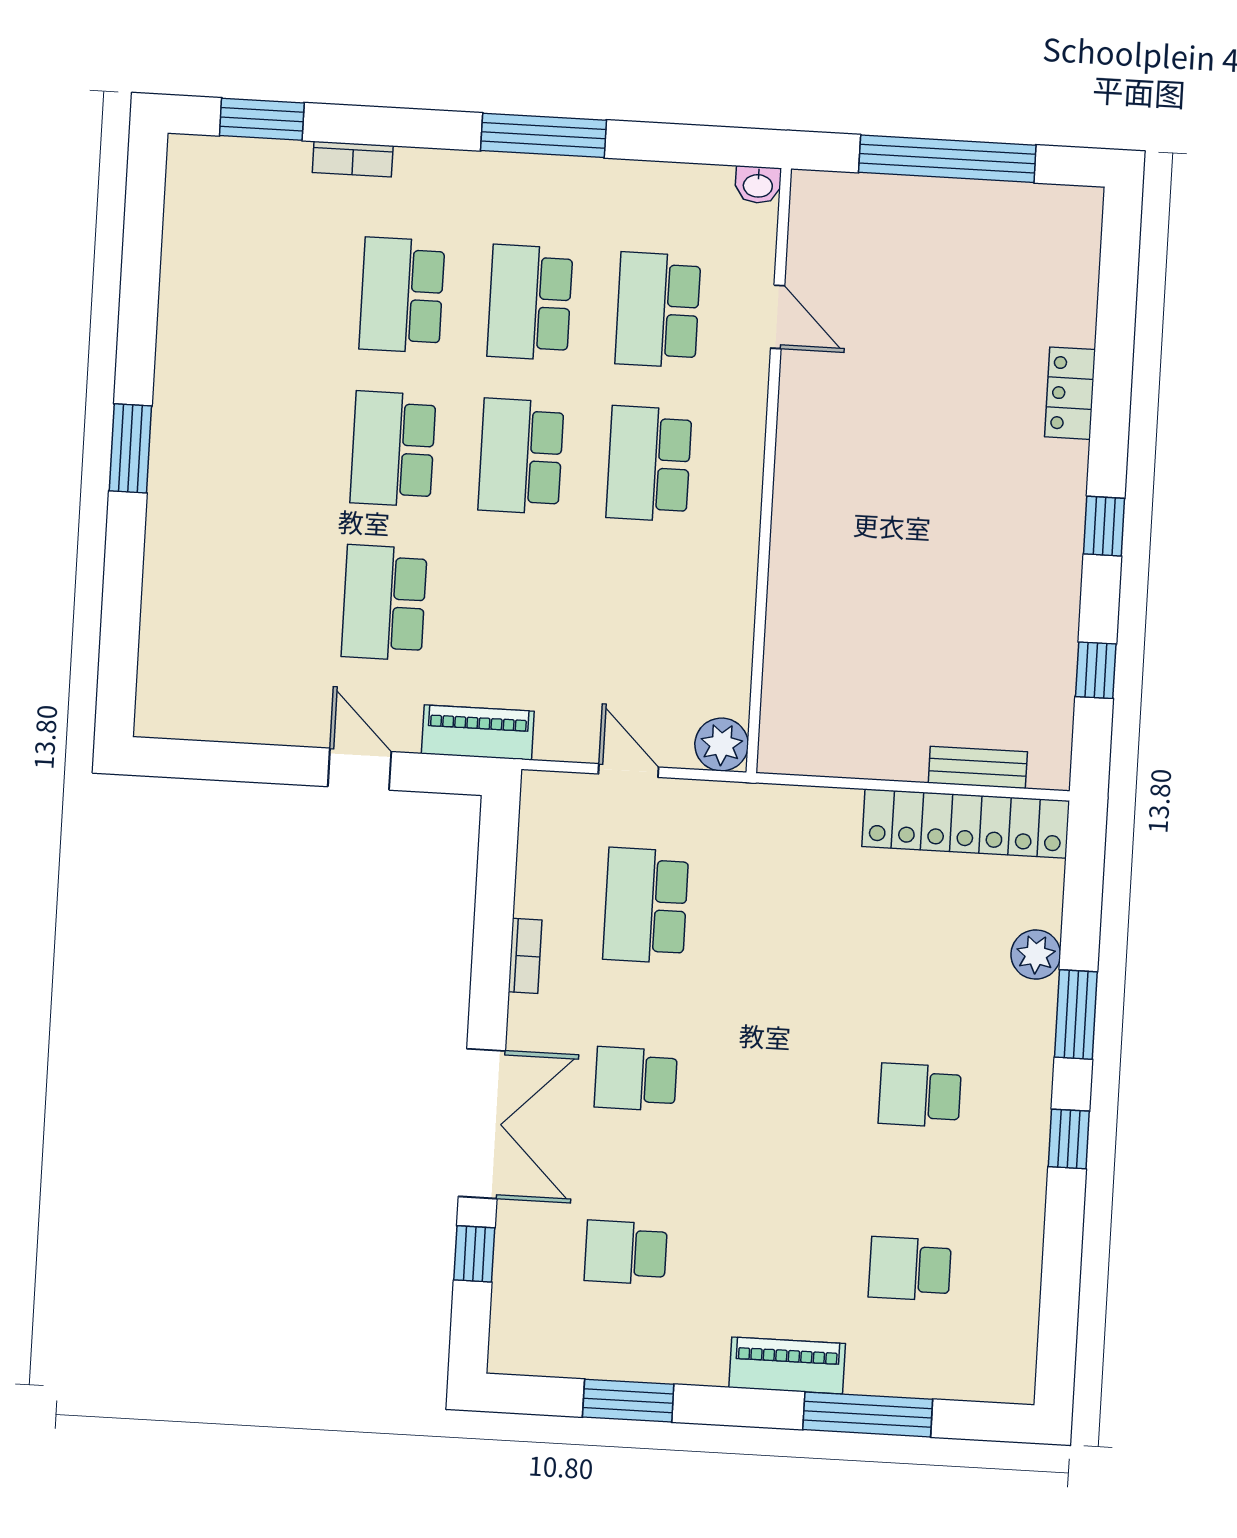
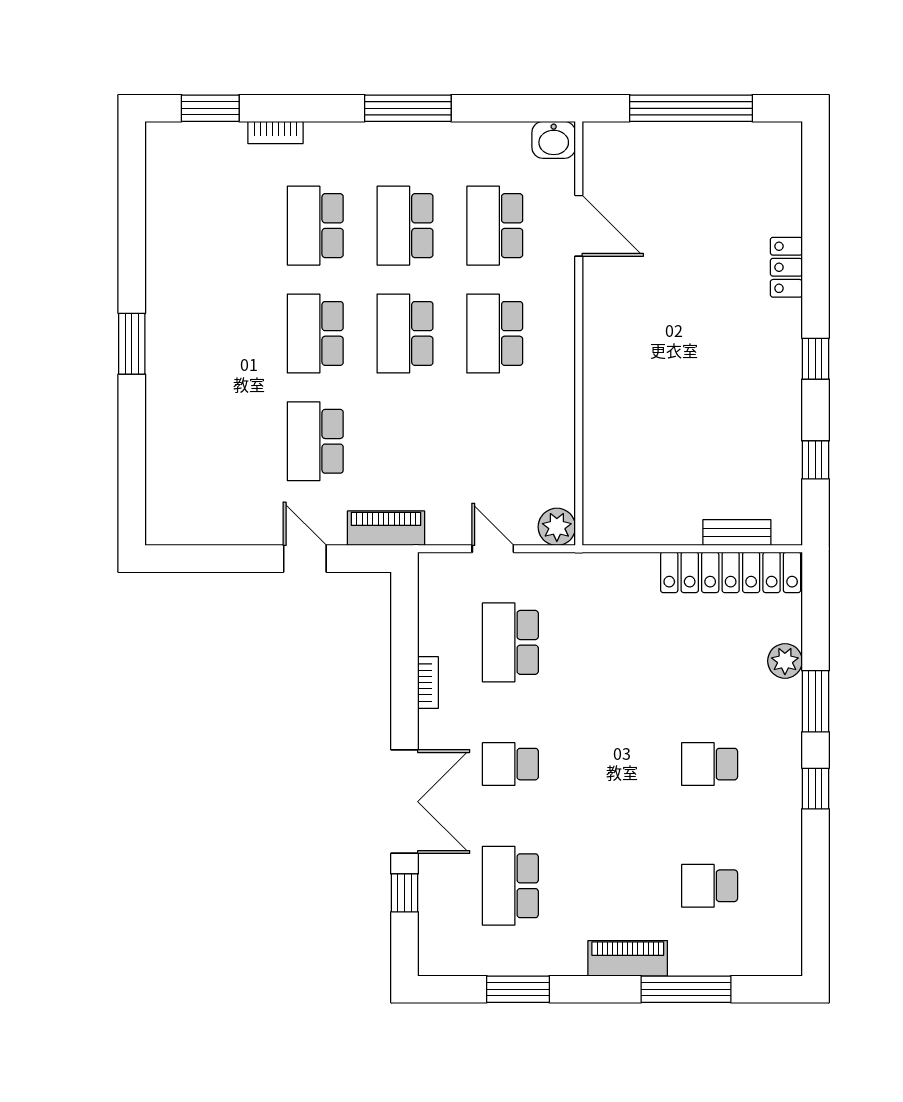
washbasin: (758, 185) -> (554, 140), width x1.38, depth x1.45
door: (778, 317) -> (579, 226), width x1.38
school desk: (626, 1252) -> (510, 886), width x1.85

